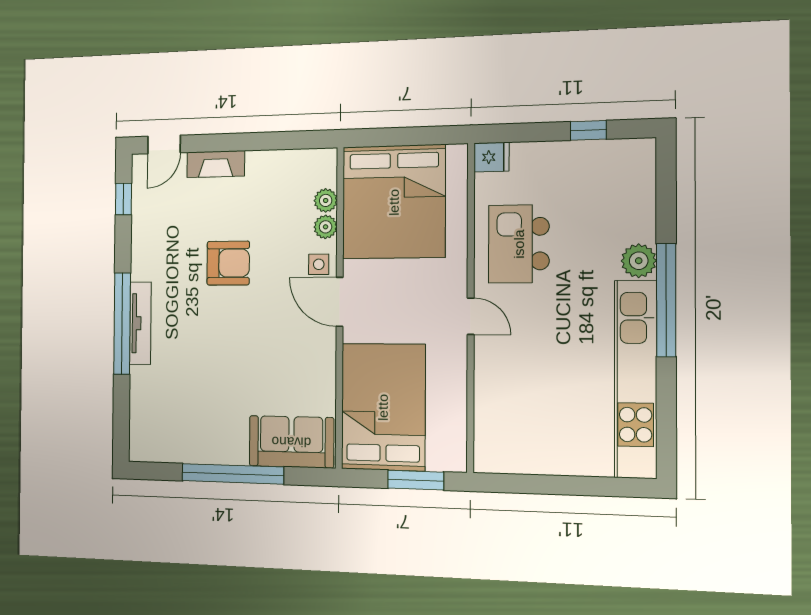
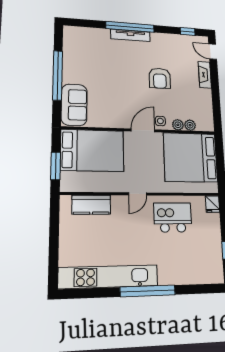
plant: (639, 261) -> (166, 277), removed
kitchen counter: (492, 411) -> (91, 205), added

